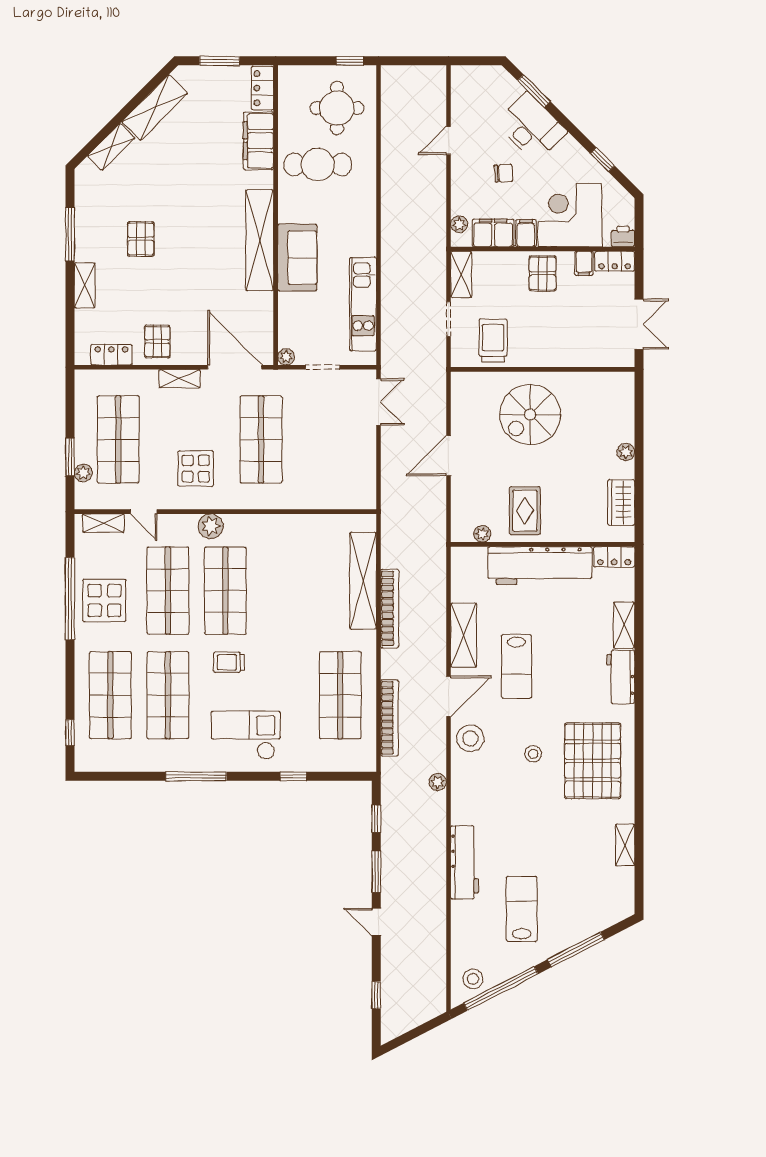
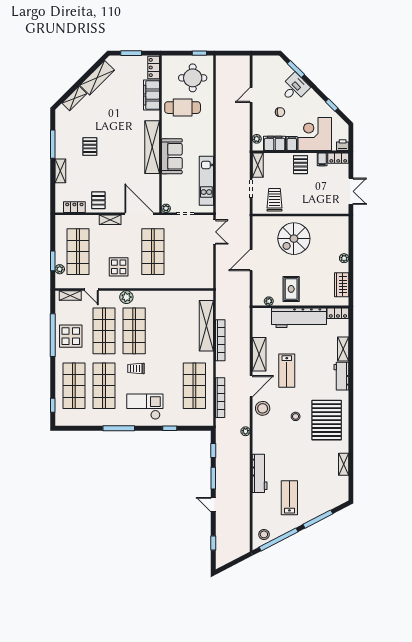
desk: (531, 127) -> (294, 88), width x0.73

